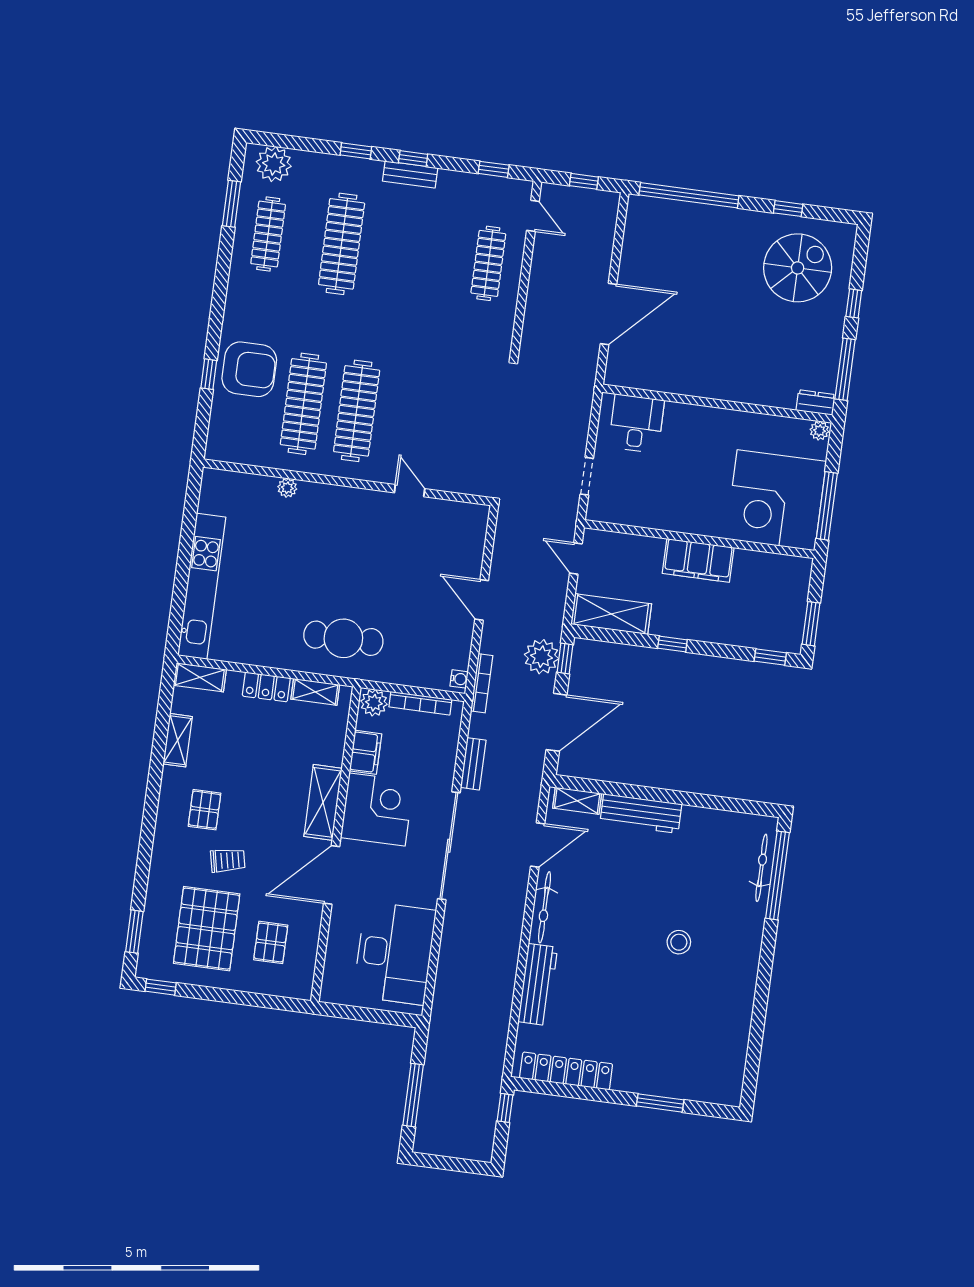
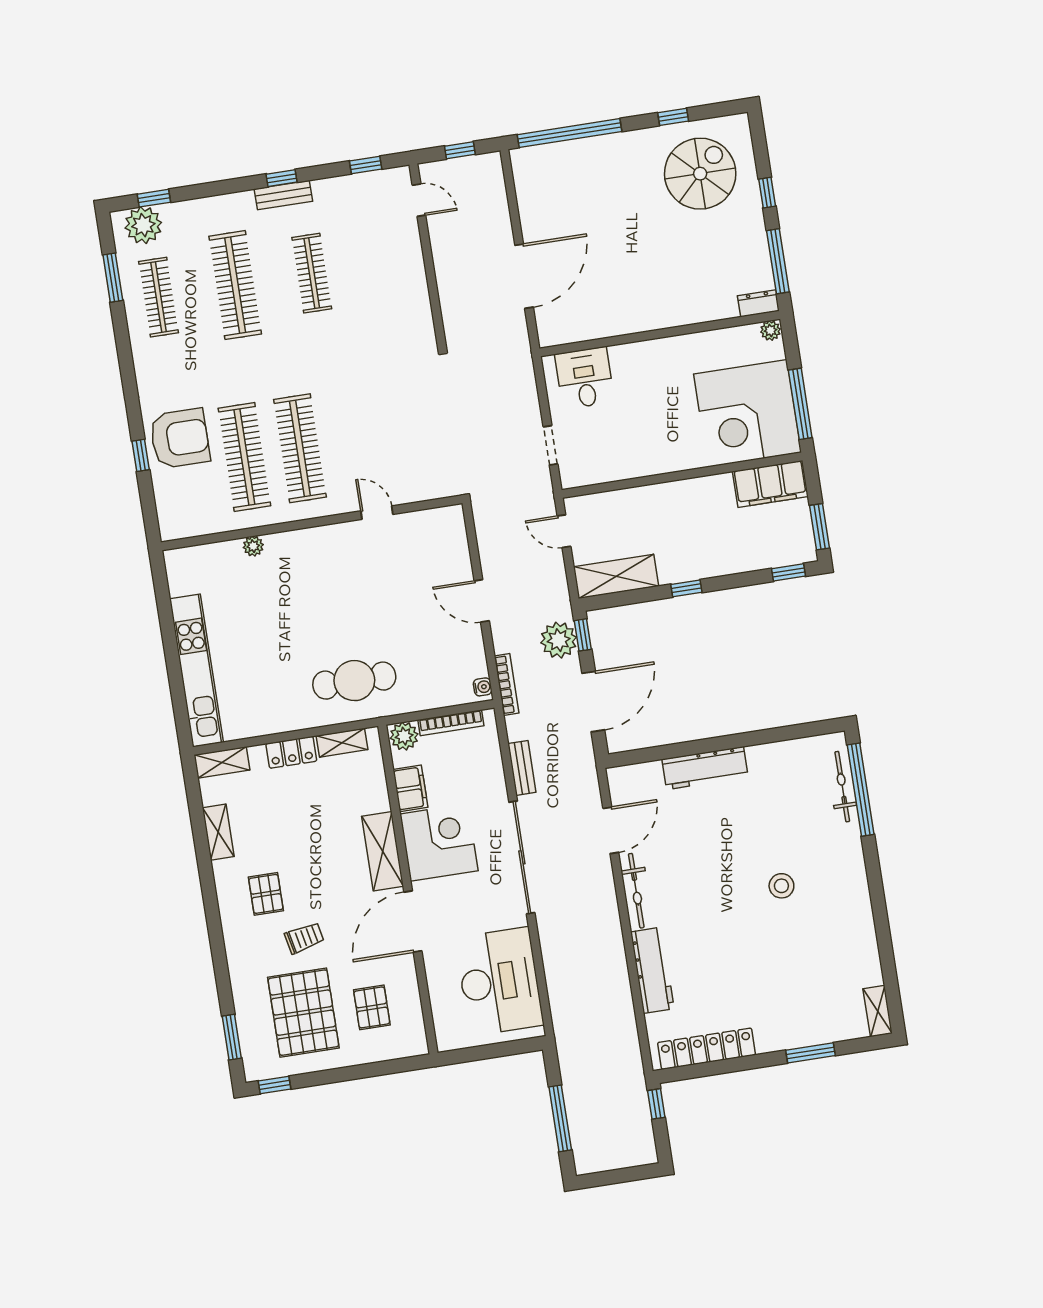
window: (356, 151) -> (154, 198), moved
clothes rail: (488, 263) -> (312, 273), moved
filing cabinet: (698, 560) -> (770, 484), moved
shelving: (577, 801) -> (878, 1011), moved, turned 90

